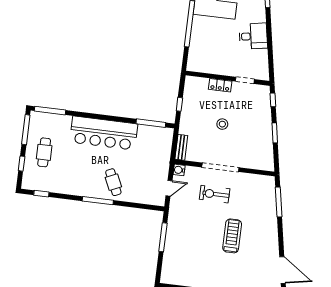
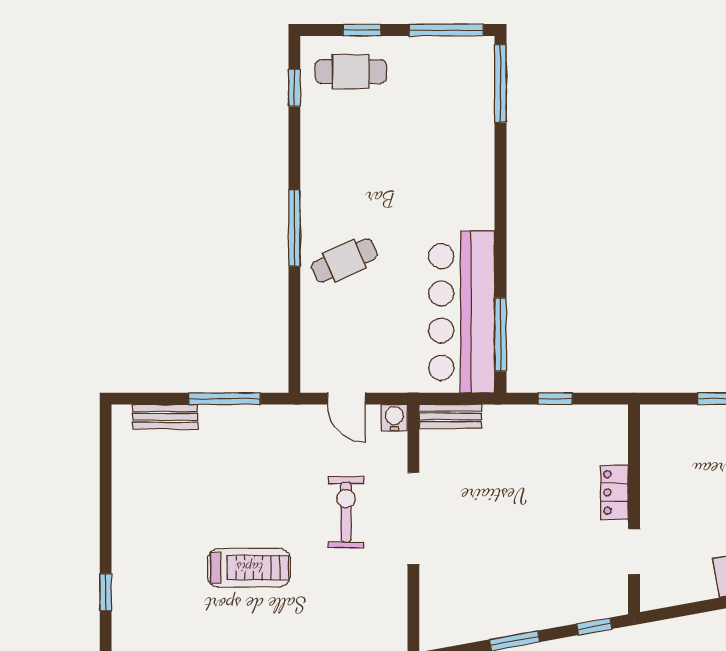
stool: (222, 124) -> (520, 510), removed
bar counter: (104, 133) -> (462, 312), moved
cafe table: (44, 152) -> (351, 72), moved
bench: (167, 262) -> (165, 417), added

